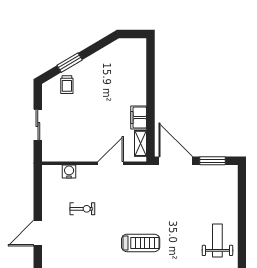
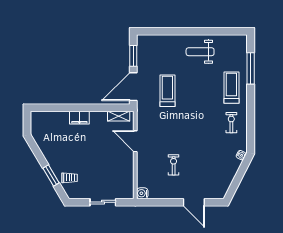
filing cabinet: (139, 118) -> (79, 118), moved
water cooler: (69, 171) -> (142, 193), moved
treadmill: (141, 243) -> (167, 91), moved

